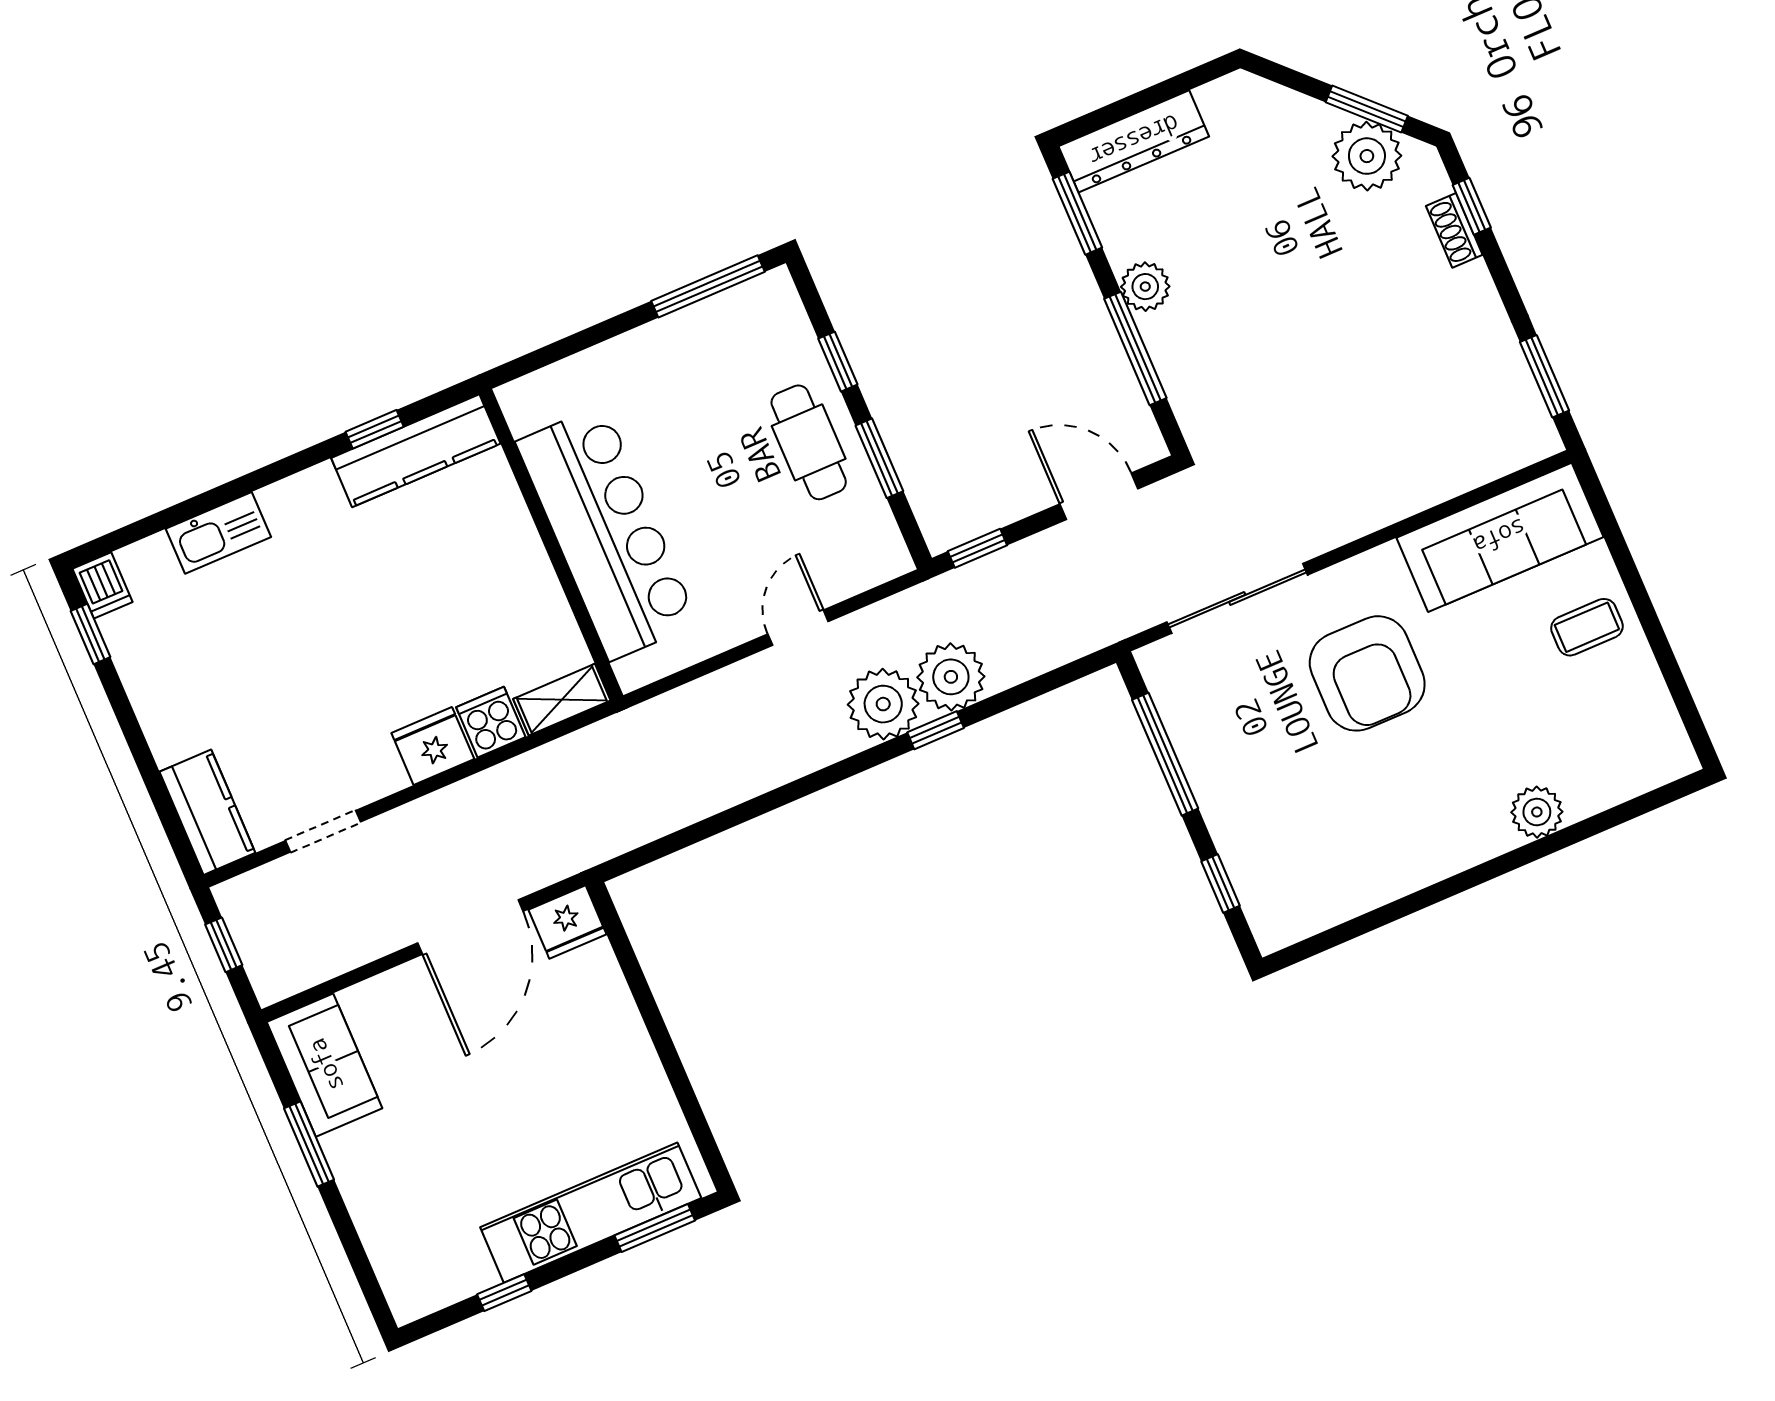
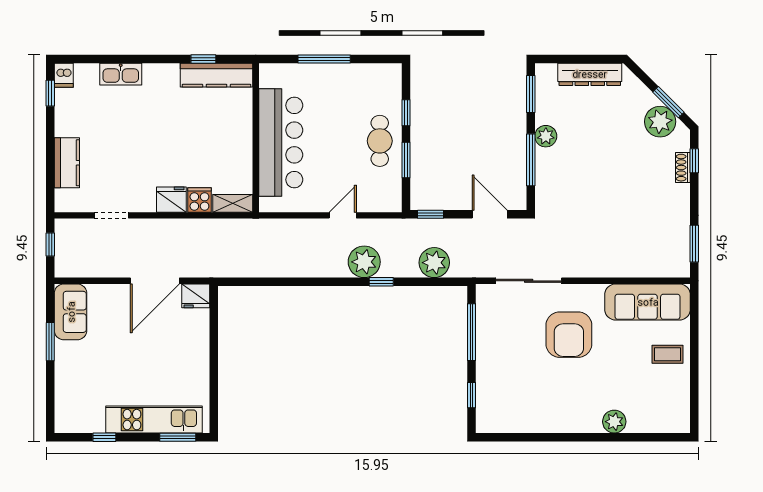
dresser: (1134, 141) -> (590, 74), moved
window: (708, 286) -> (324, 59), moved
plant: (951, 677) -> (434, 263), moved
kitchen counter: (207, 812) -> (67, 163), moved

